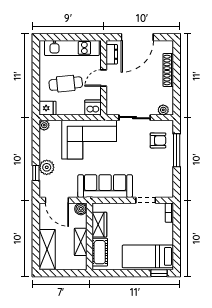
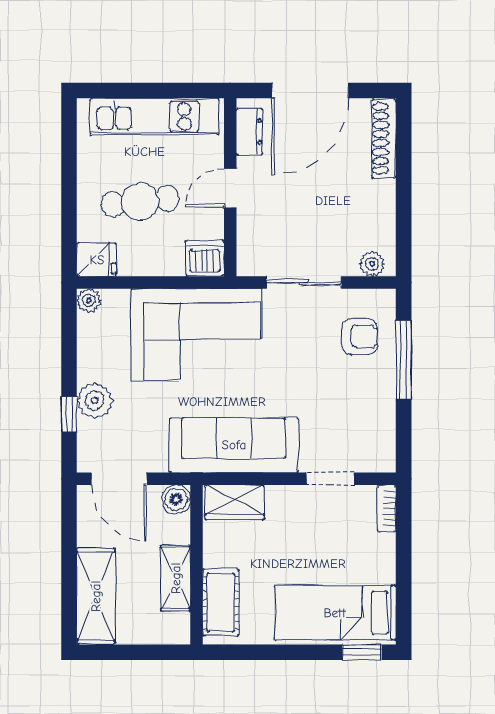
shoe rack: (168, 70) -> (384, 138), moved
wardrobe: (99, 225) -> (235, 502), moved, turned 90

